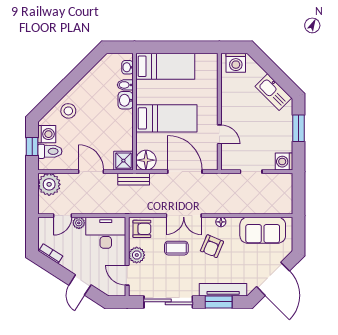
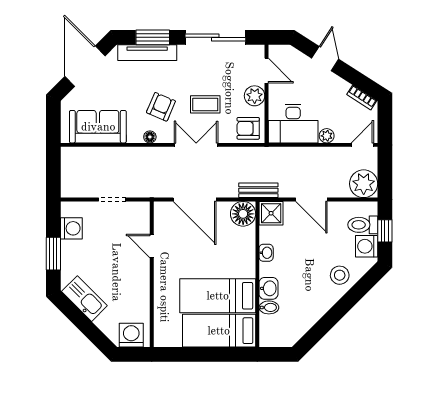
washbasin: (127, 67) -> (266, 253), moved
bed: (166, 118) -> (218, 296), moved
washing machine: (284, 162) -> (71, 228), moved
door: (63, 216) -> (362, 145), moved

